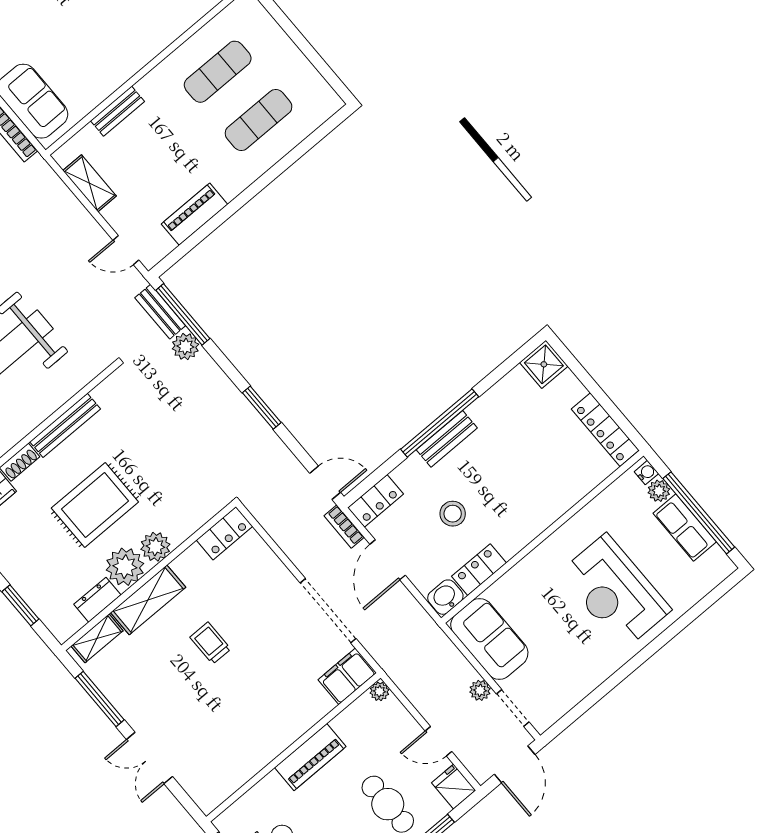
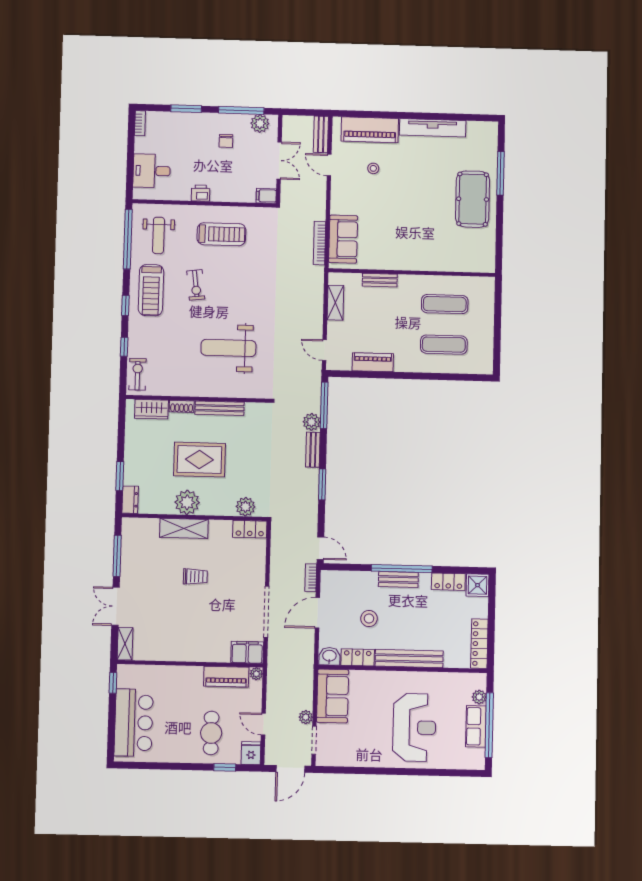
bench: (160, 312) -> (313, 450), moved
water cooler: (646, 473) -> (481, 683), removed
locker: (376, 501) -> (448, 582), moved
bench: (539, 518) -> (409, 659), added
plant: (155, 547) -> (245, 507), moved
reception desk: (615, 592) -> (414, 727), turned 180
dresser: (97, 600) -> (130, 500), moved, turned 90
shelving: (97, 638) -> (125, 644), moved, turned 90
trolley: (210, 643) -> (195, 577), turned 90
piano: (310, 757) -> (226, 677), moved

